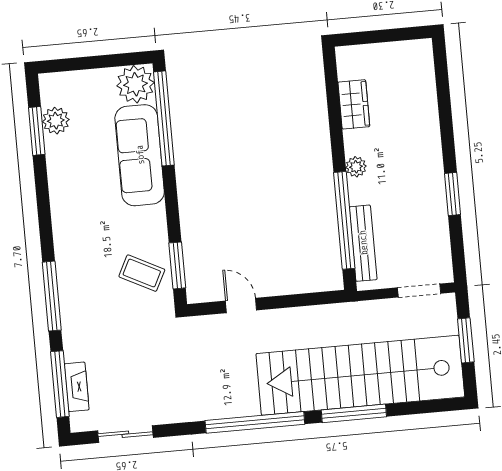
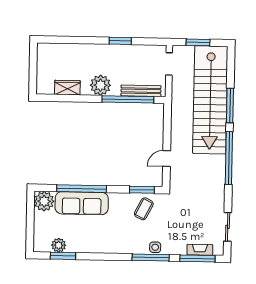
window: (164, 118) -> (82, 189), moved
plant: (356, 167) -> (100, 85), width x1.87, depth x1.87
side table: (72, 302) -> (155, 247), added

